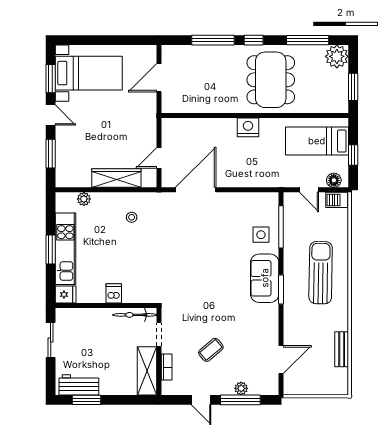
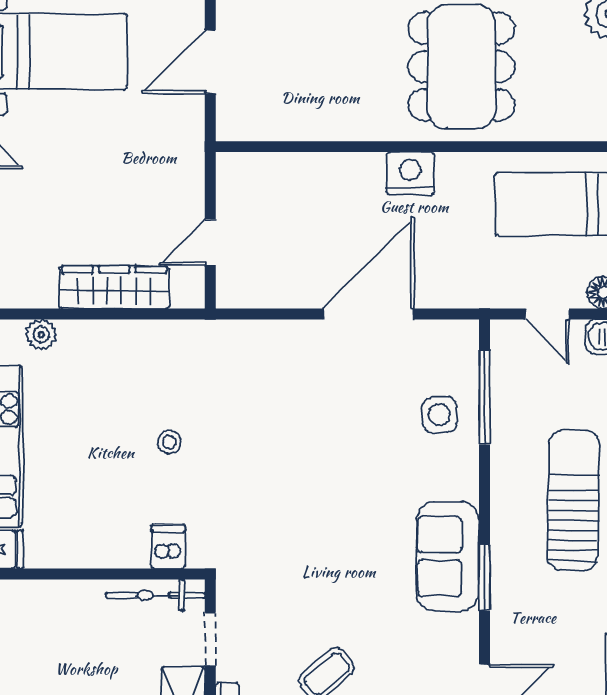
door: (196, 190) -> (368, 314), moved
stool: (132, 217) -> (169, 442), moved
sofa: (265, 278) -> (448, 556), moved
window: (281, 289) -> (485, 578), moved
dishwasher: (114, 293) -> (168, 547), moved

